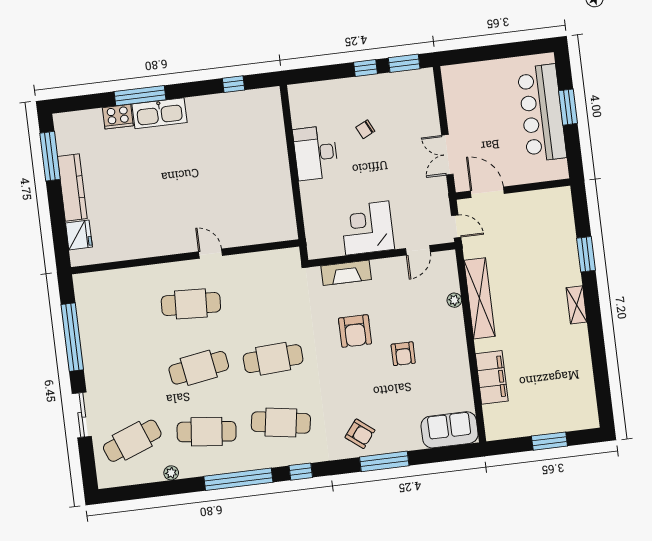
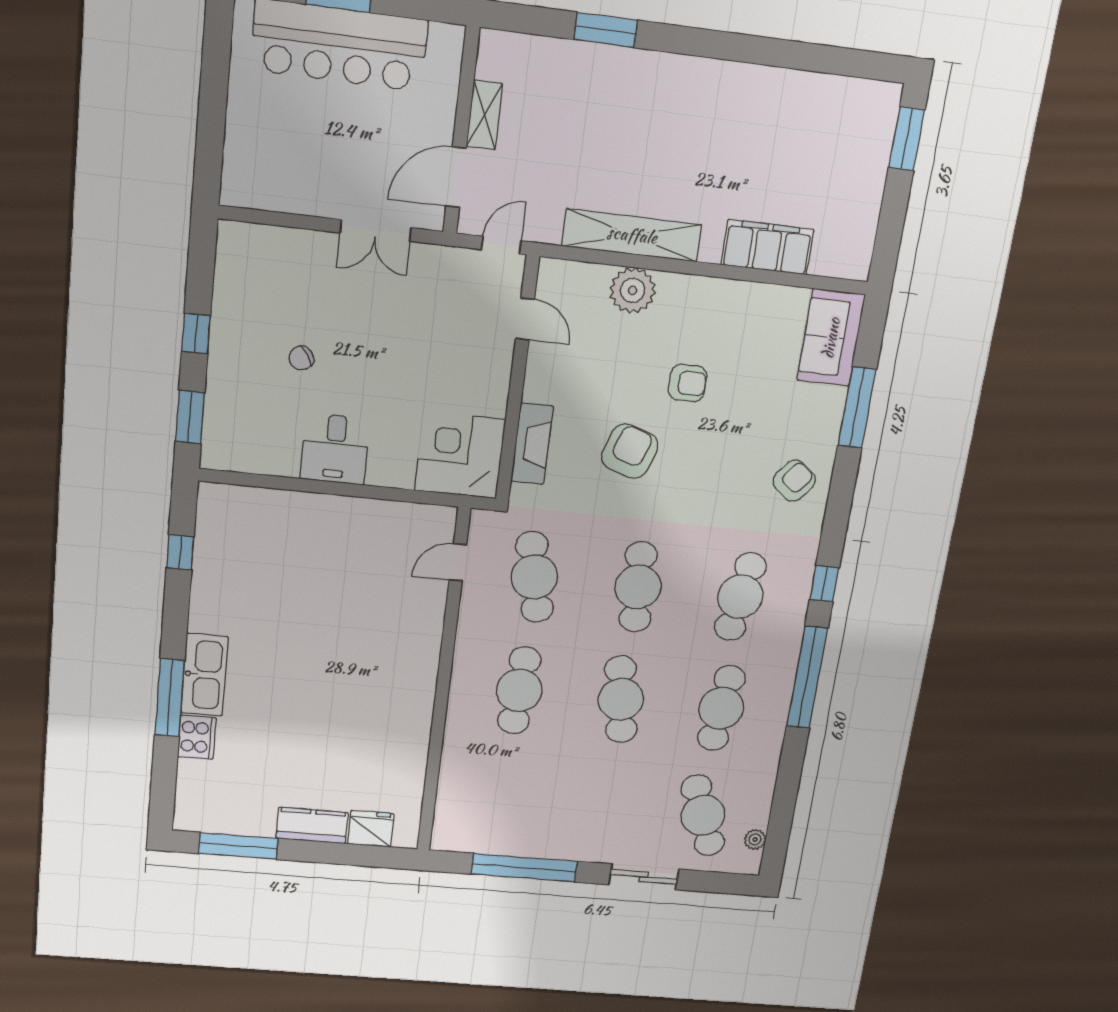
window: (404, 63) -> (190, 417), moved
chair: (365, 129) -> (301, 358), turned 82
desk: (316, 153) -> (335, 449), width x0.73
kitchen counter: (72, 188) -> (312, 825), width x0.67
corner desk: (367, 228) -> (460, 455), moved, turned 90
door: (210, 254) -> (458, 562), moved
cafe table: (265, 295) -> (534, 577), added
plant: (454, 300) -> (633, 290), width x1.87, depth x1.87
shelving: (577, 305) -> (484, 115), moved, turned 90
armchair: (355, 331) -> (630, 451), turned -72
window: (549, 441) -> (907, 139), moved
window: (384, 461) -> (857, 408), moved
plant: (171, 473) -> (755, 839), moved

